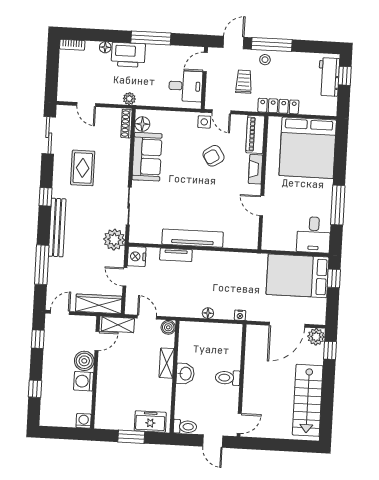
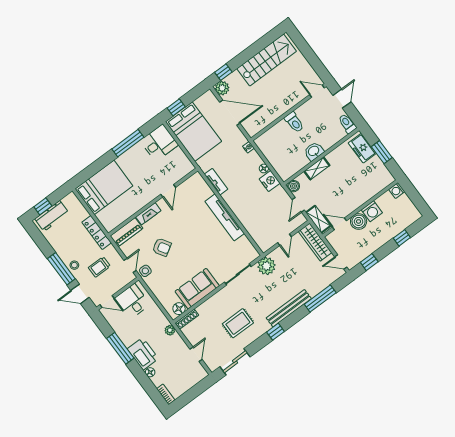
bed: (308, 148) -> (104, 187), width x0.73
tv unit: (176, 255) -> (216, 182), moved
nightstand: (137, 256) -> (270, 181), moved, turned -90

